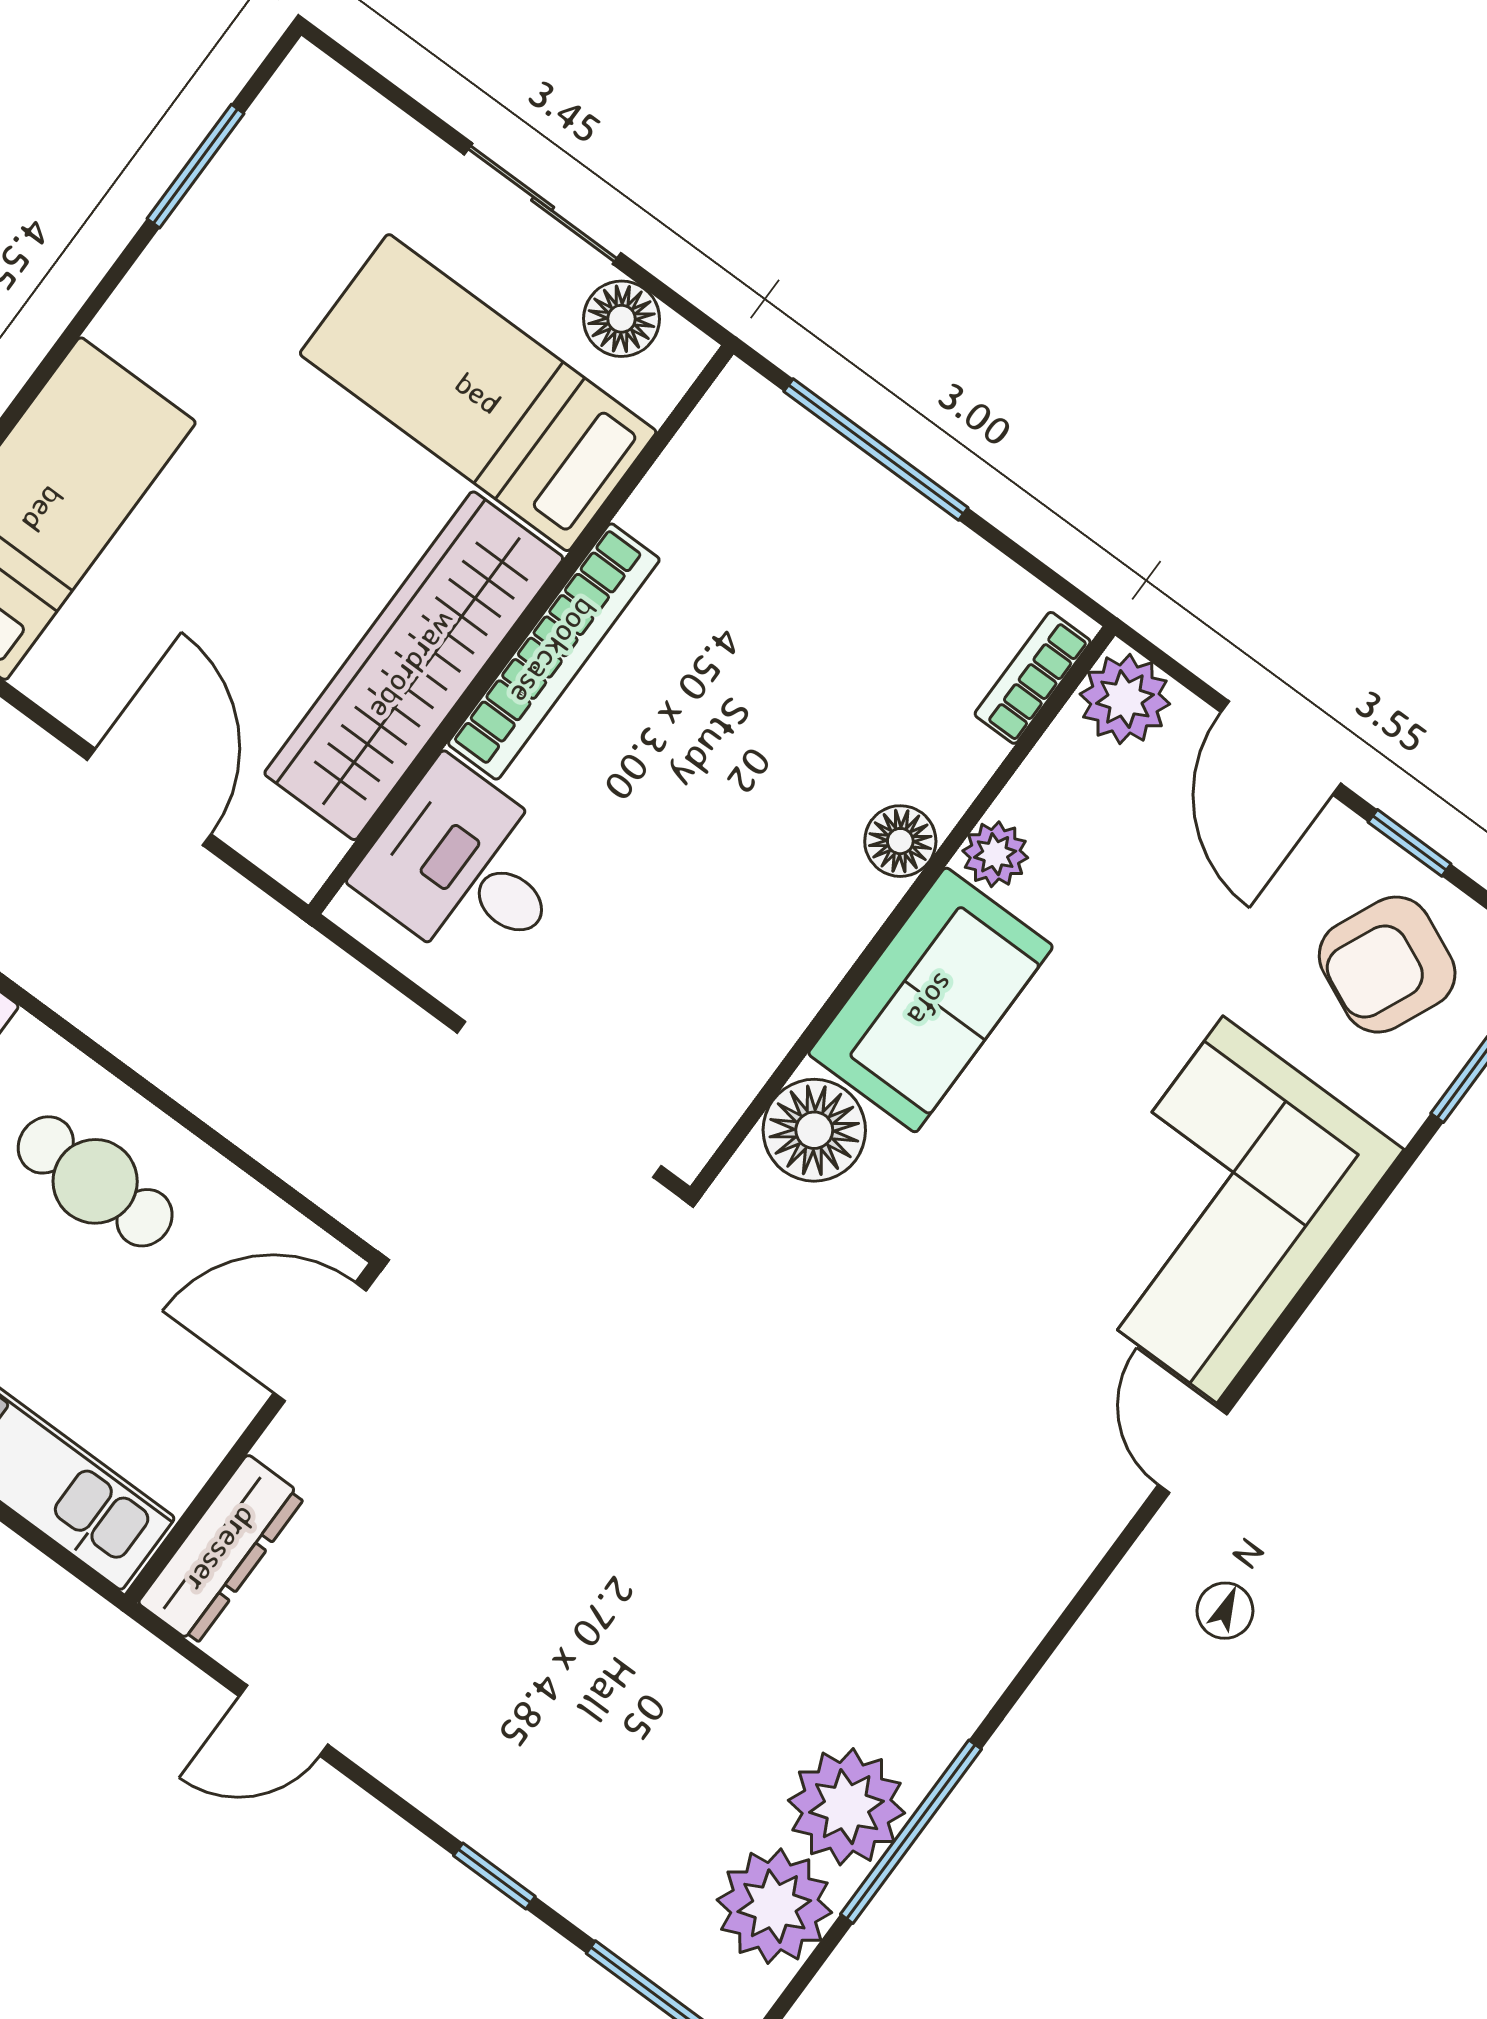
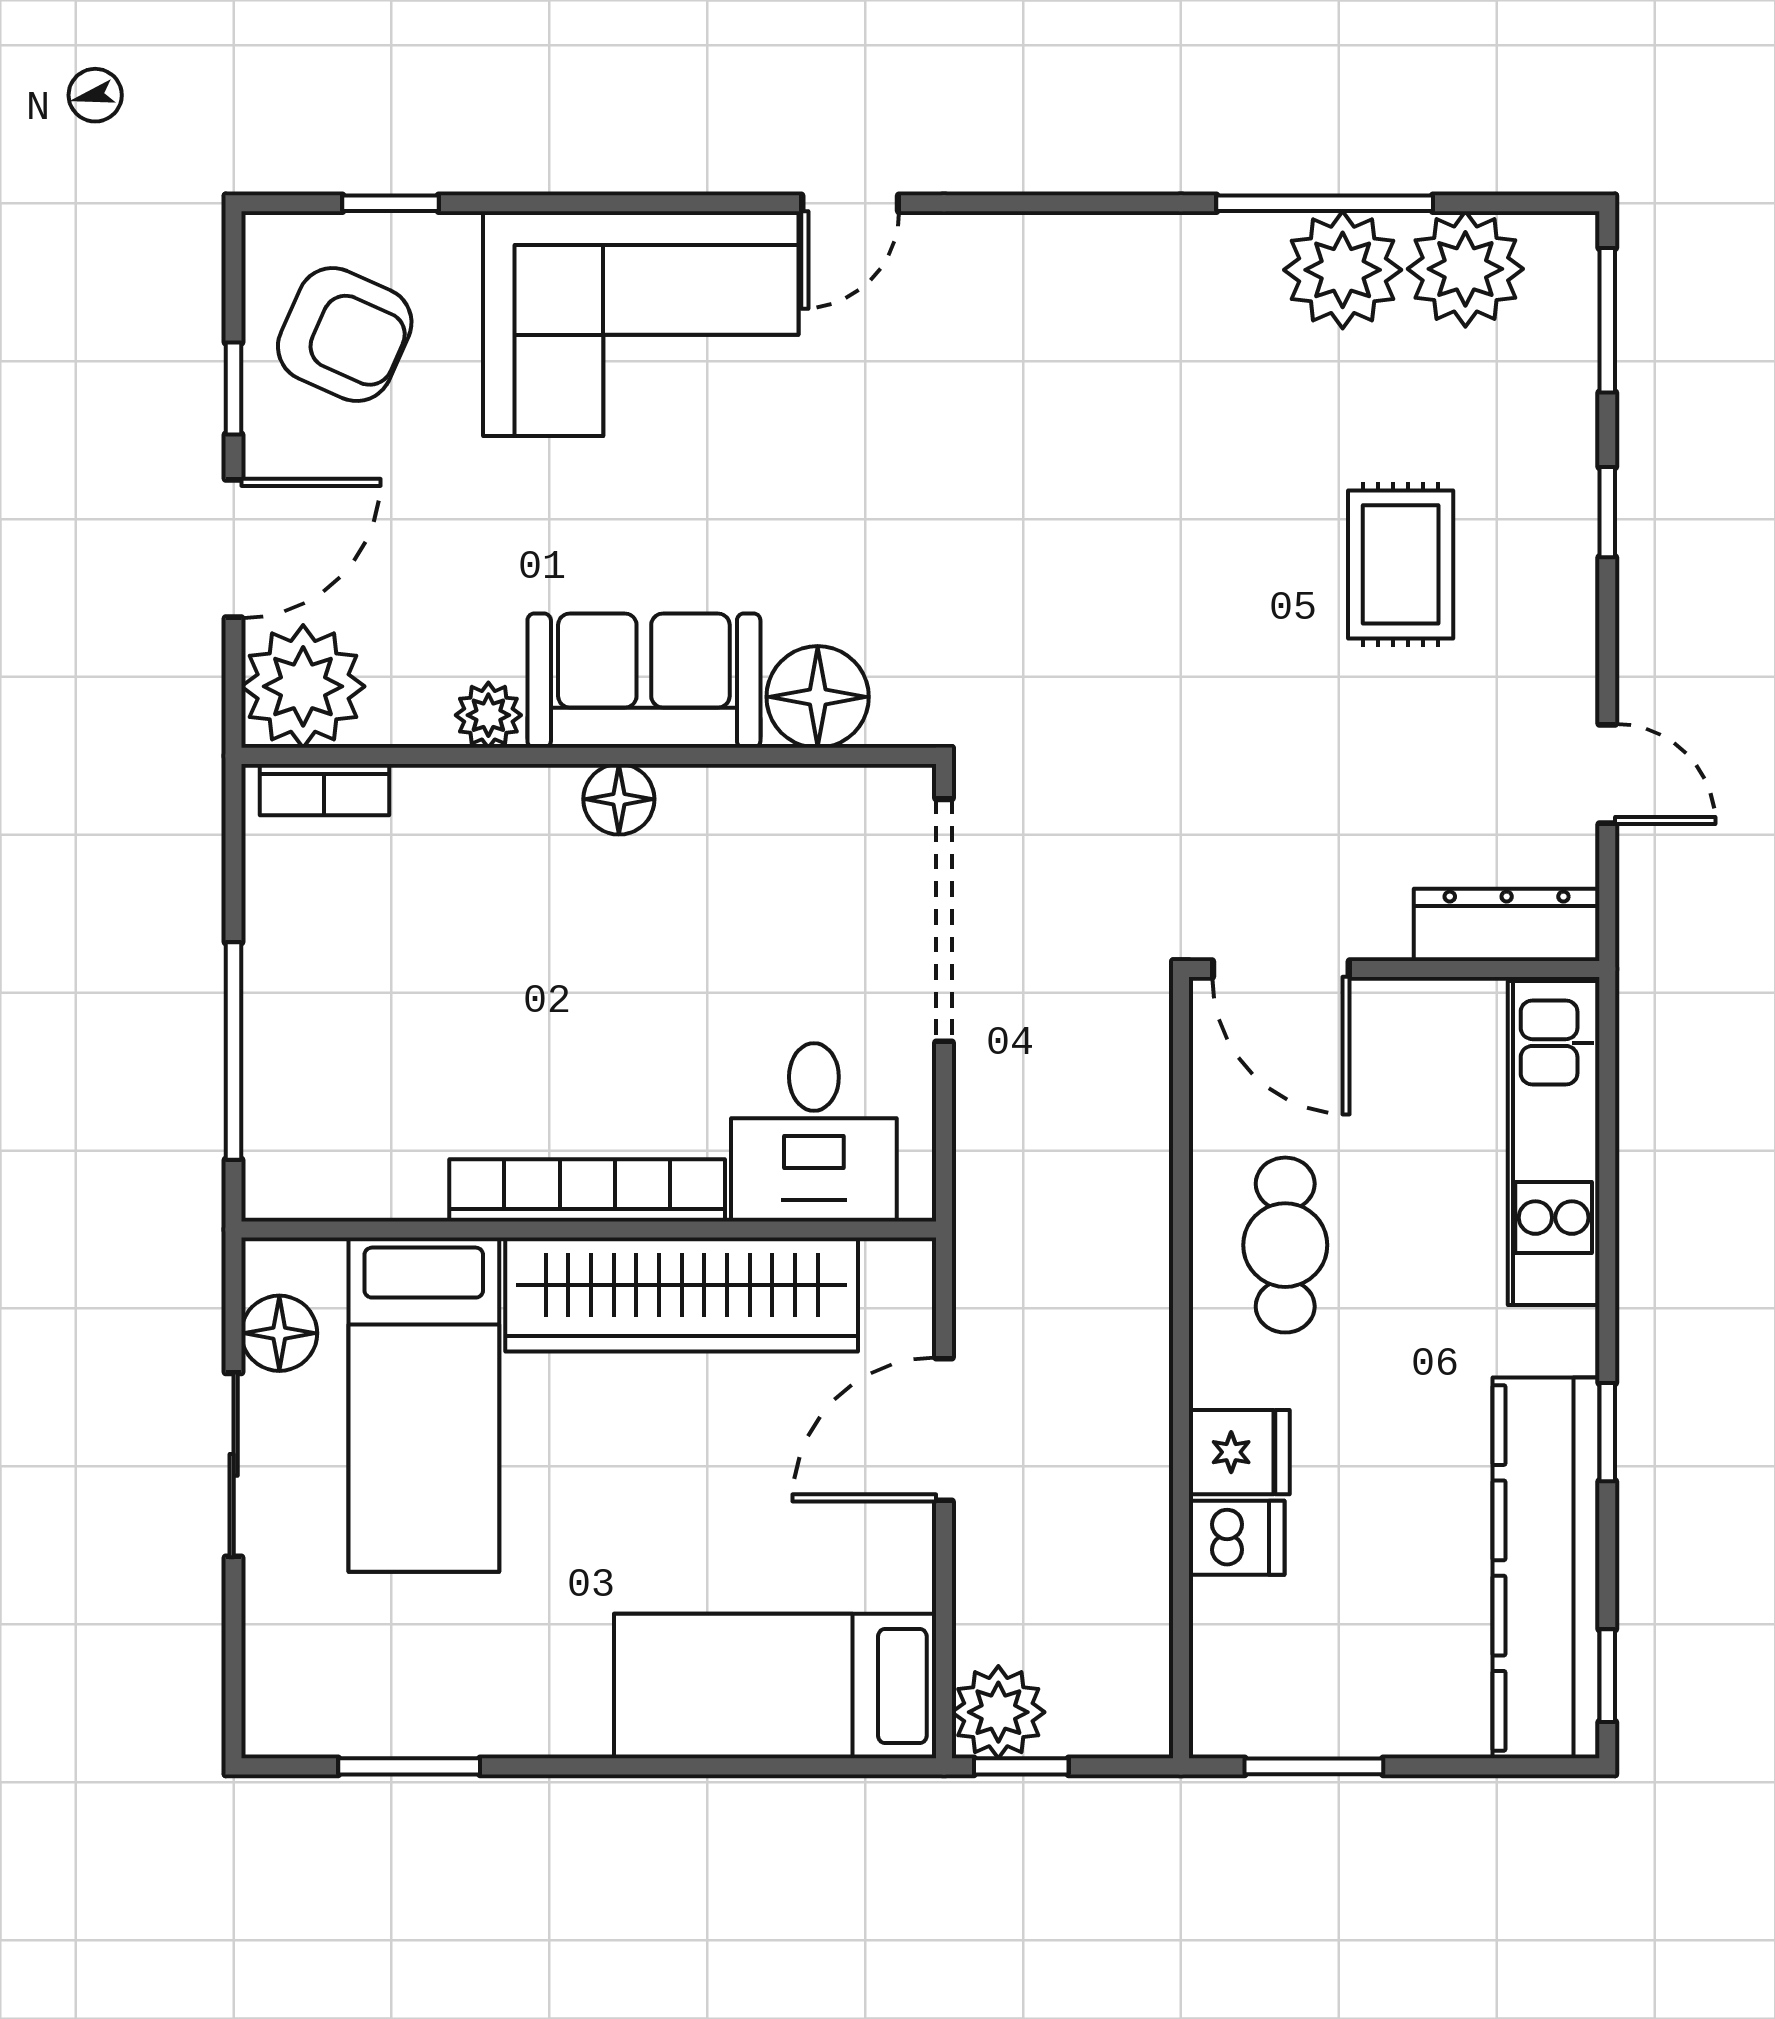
plant: (1125, 699) -> (303, 686), width x1.36, depth x1.36
floor lamp: (900, 841) -> (619, 799), moved
rug: (575, 1679) -> (1401, 564), added

